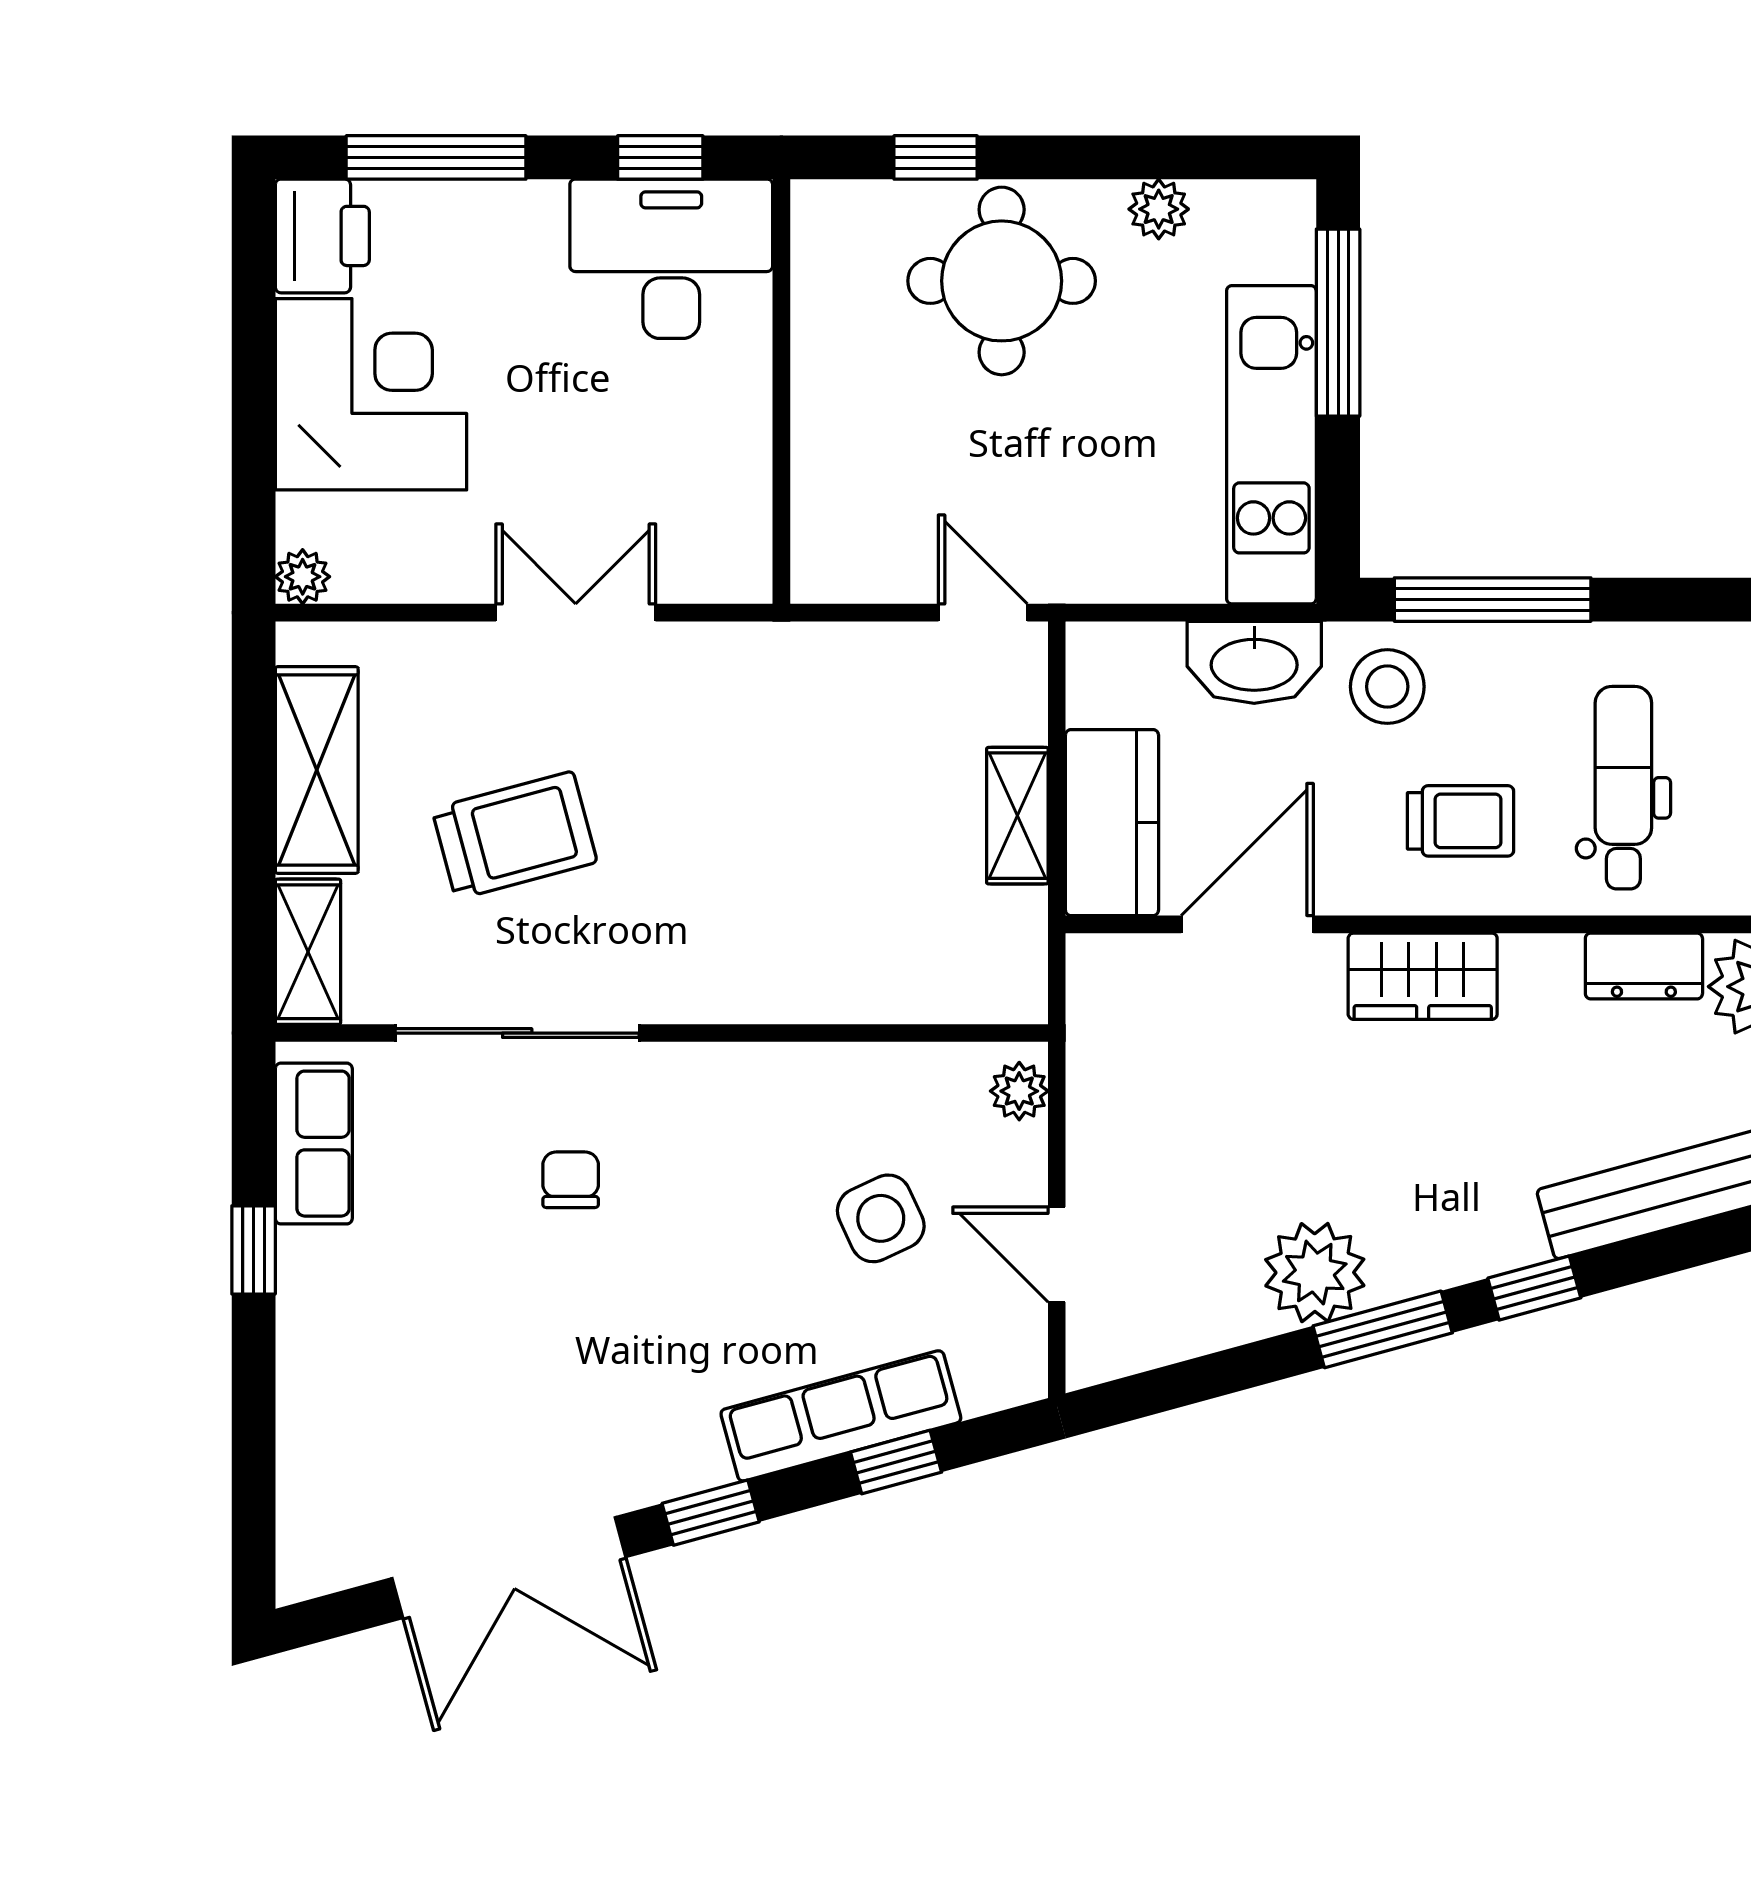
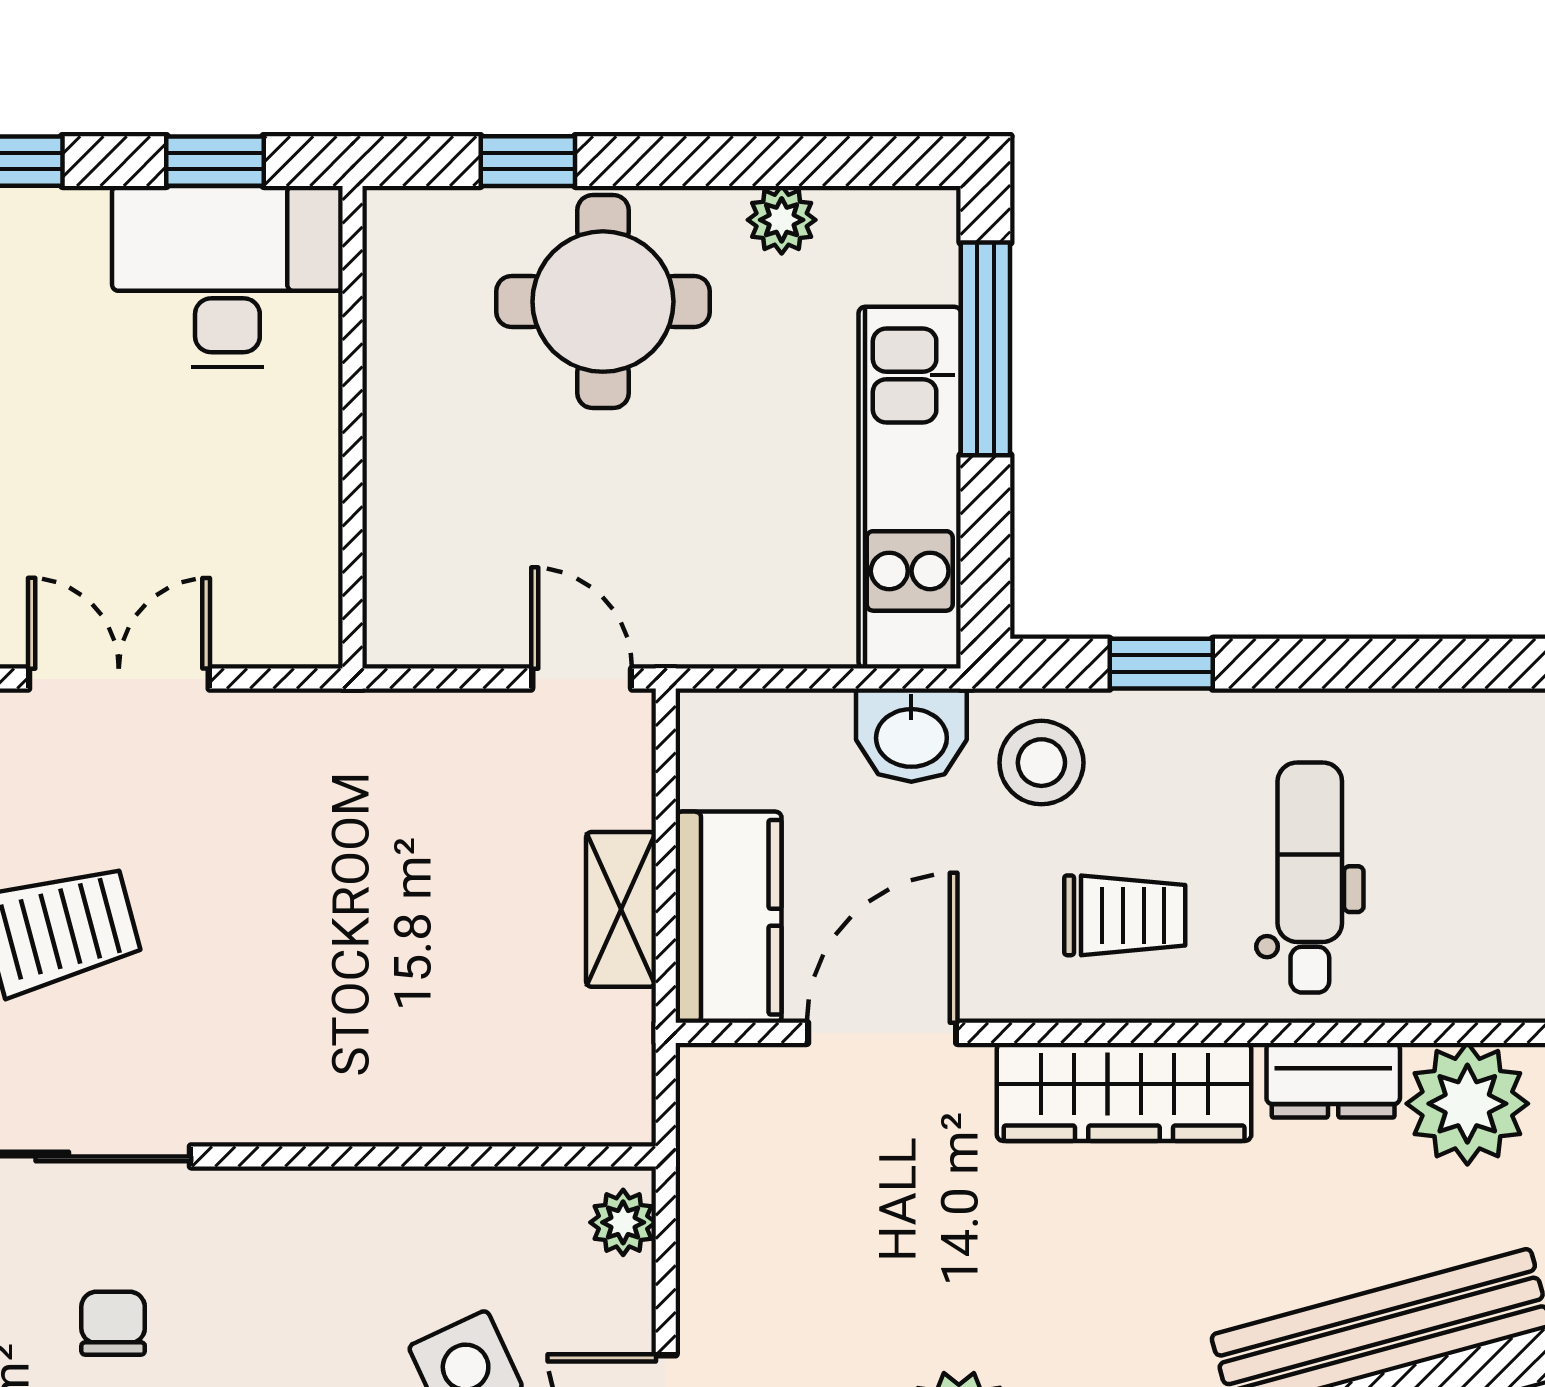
window: (1493, 600) -> (1161, 664), width x0.46
washbasin: (1254, 662) -> (911, 735), width x0.72
wardrobe: (1423, 976) -> (1124, 1092), width x1.50

